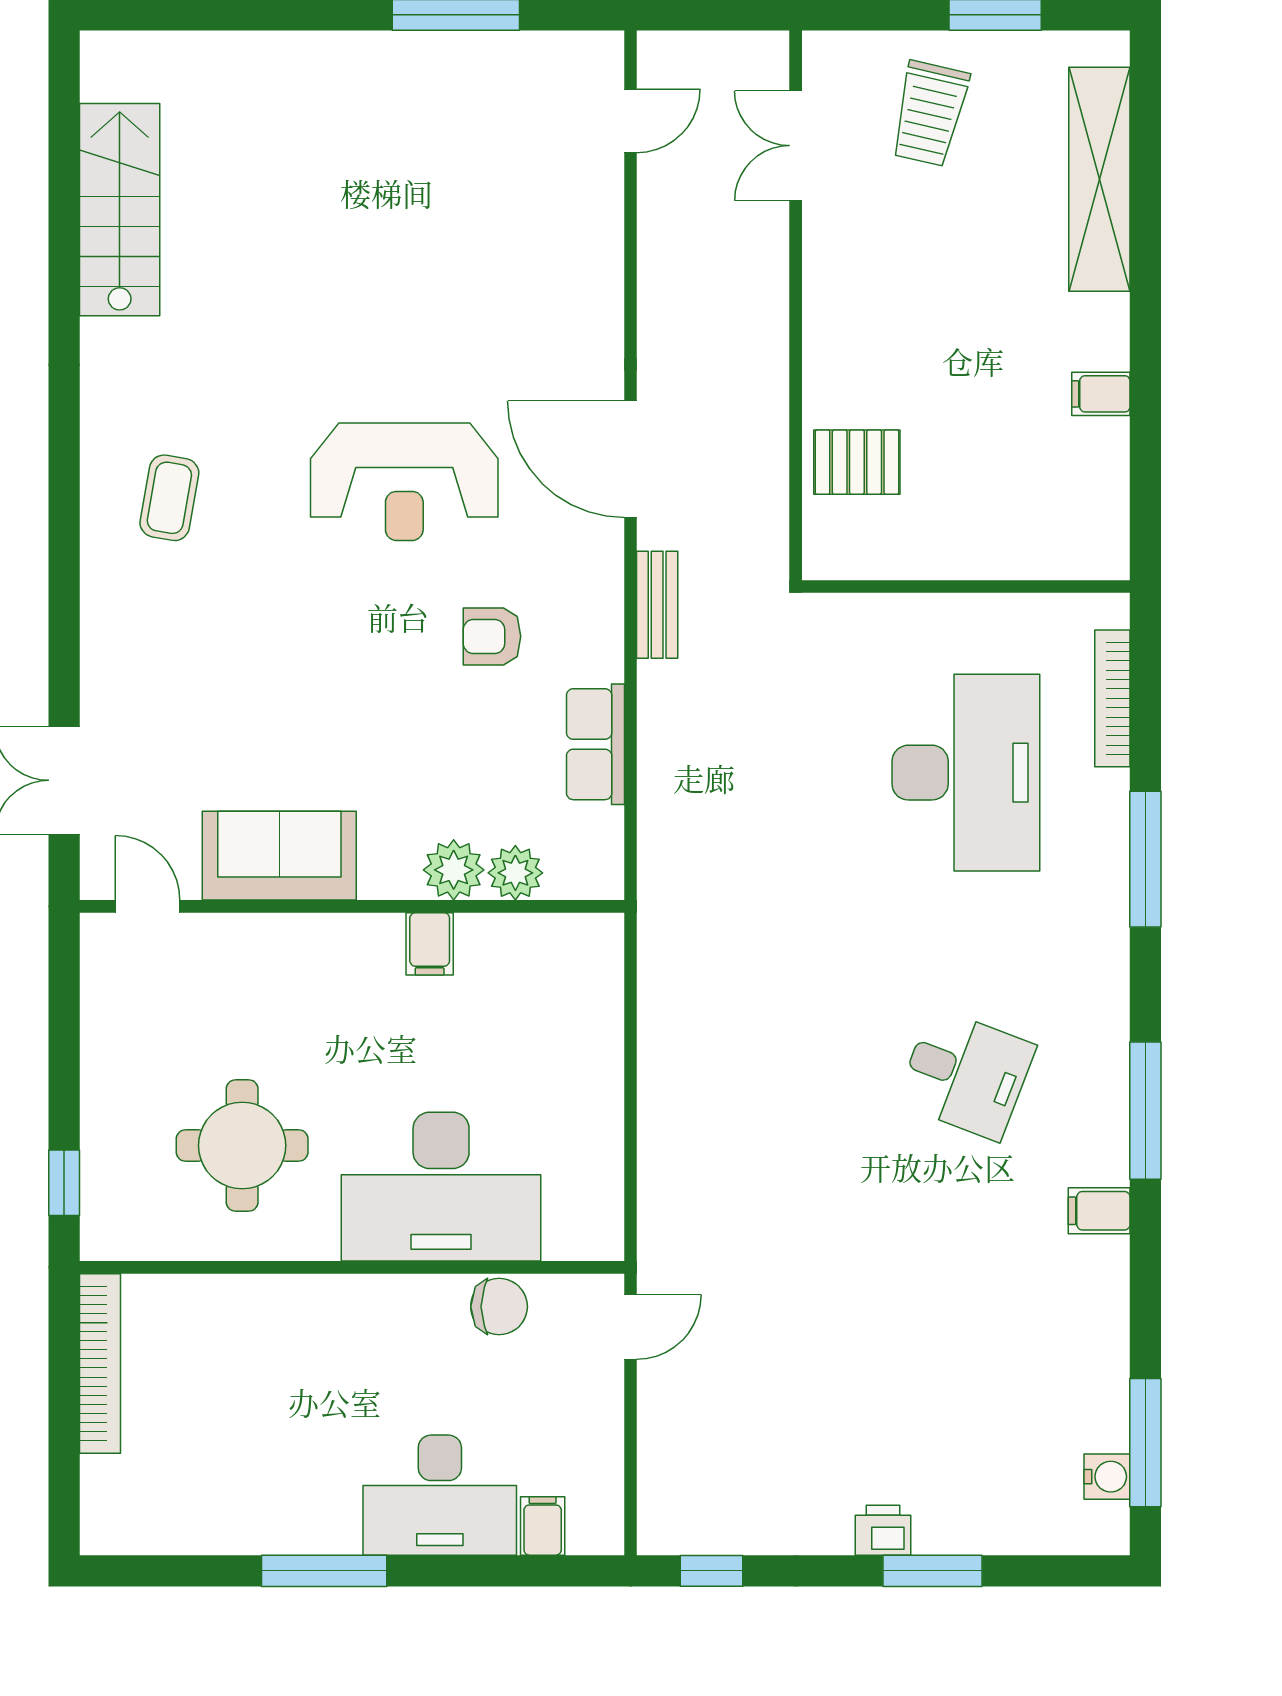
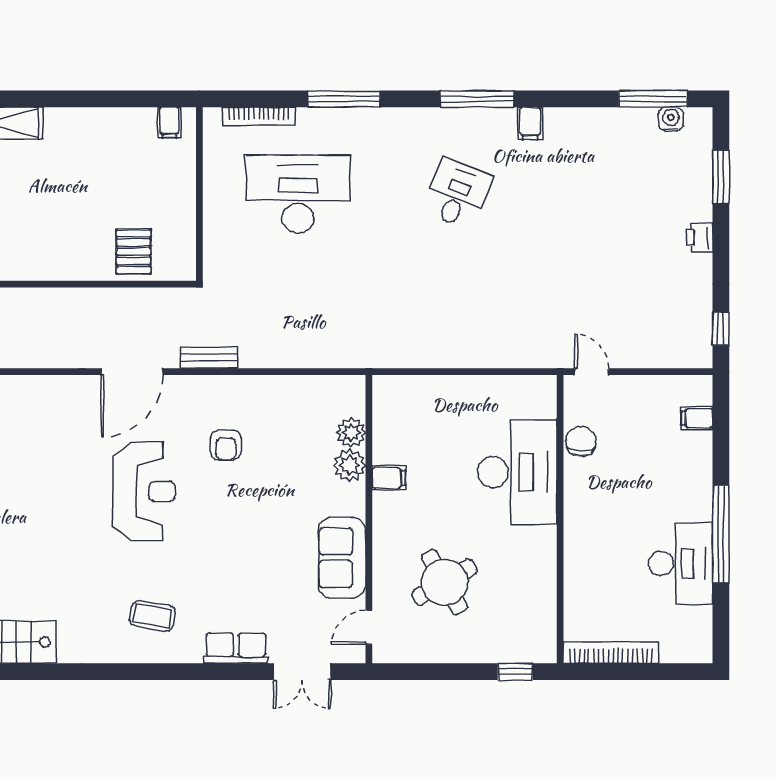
filing cabinet: (1101, 394) -> (169, 122), moved
row of seats: (595, 744) -> (236, 648), moved, turned 180
round table: (242, 1145) -> (444, 582), moved, turned -30
desk: (440, 1495) -> (681, 564), moved
window: (324, 1571) -> (721, 534), width x1.46
window: (932, 1571) -> (721, 177), moved

